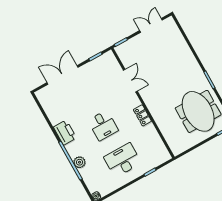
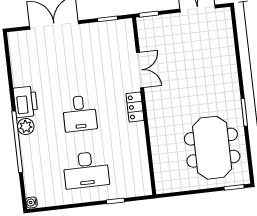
locker: (142, 115) -> (135, 107), moved
desk: (123, 160) -> (86, 170), turned 180
plant: (80, 162) -> (26, 126), moved

